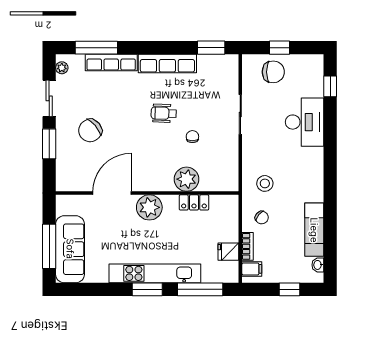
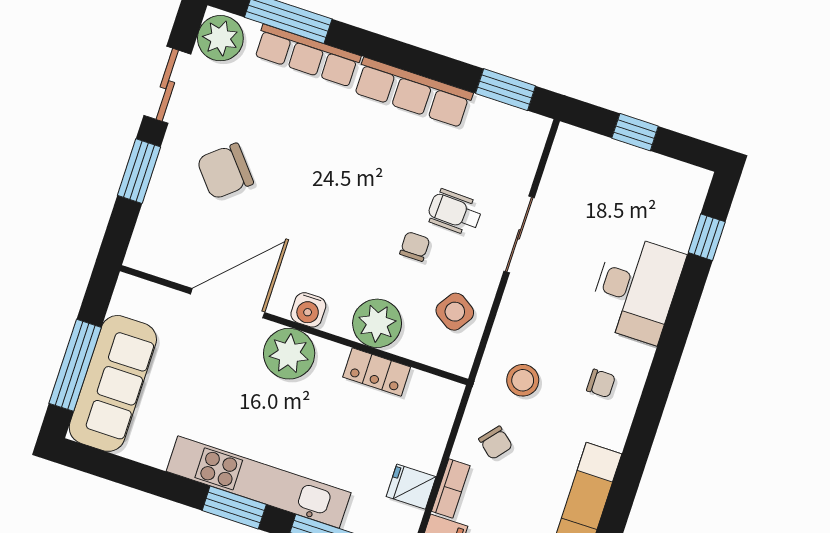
plant: (62, 68) -> (220, 38), width x1.88, depth x1.88
chair: (273, 72) -> (601, 383), moved, width x0.54, depth x0.54
wheelchair: (164, 113) -> (455, 212), moved
side table: (222, 161) -> (455, 312), added
water cooler: (152, 183) -> (308, 310), added

